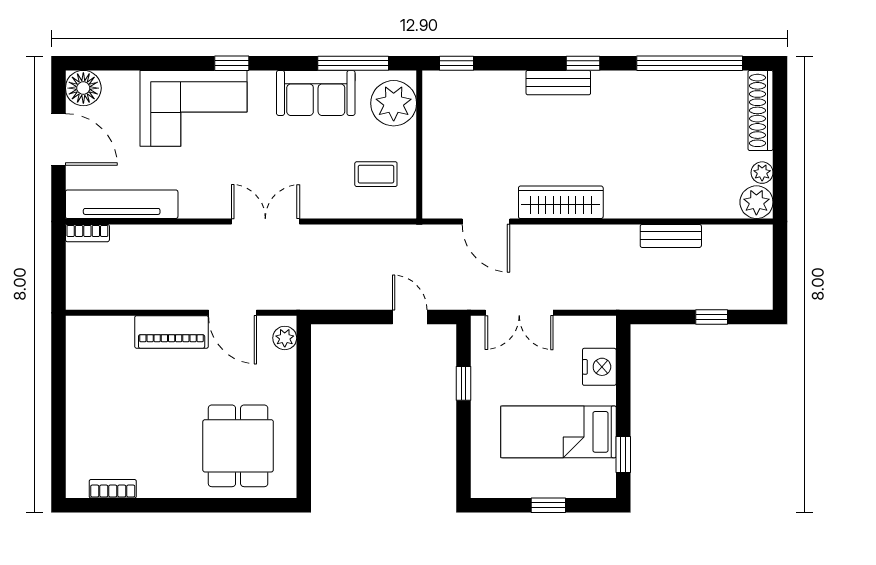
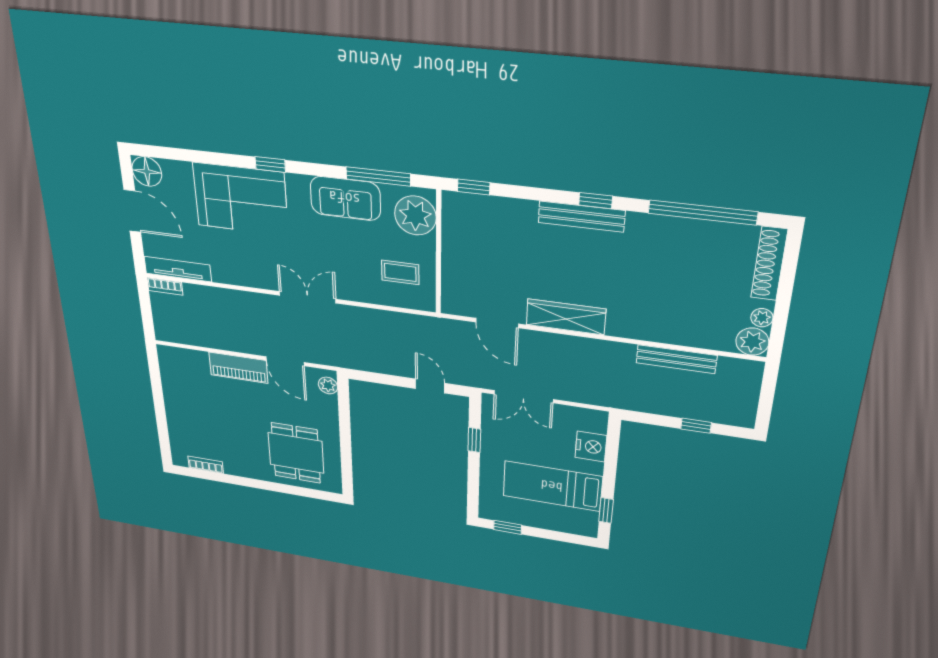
bench: (558, 83) -> (581, 217), width x1.36
tv unit: (122, 204) -> (178, 269), width x0.73, depth x0.78
bench: (671, 236) -> (676, 359), width x1.36
window: (548, 505) -> (508, 527), moved

